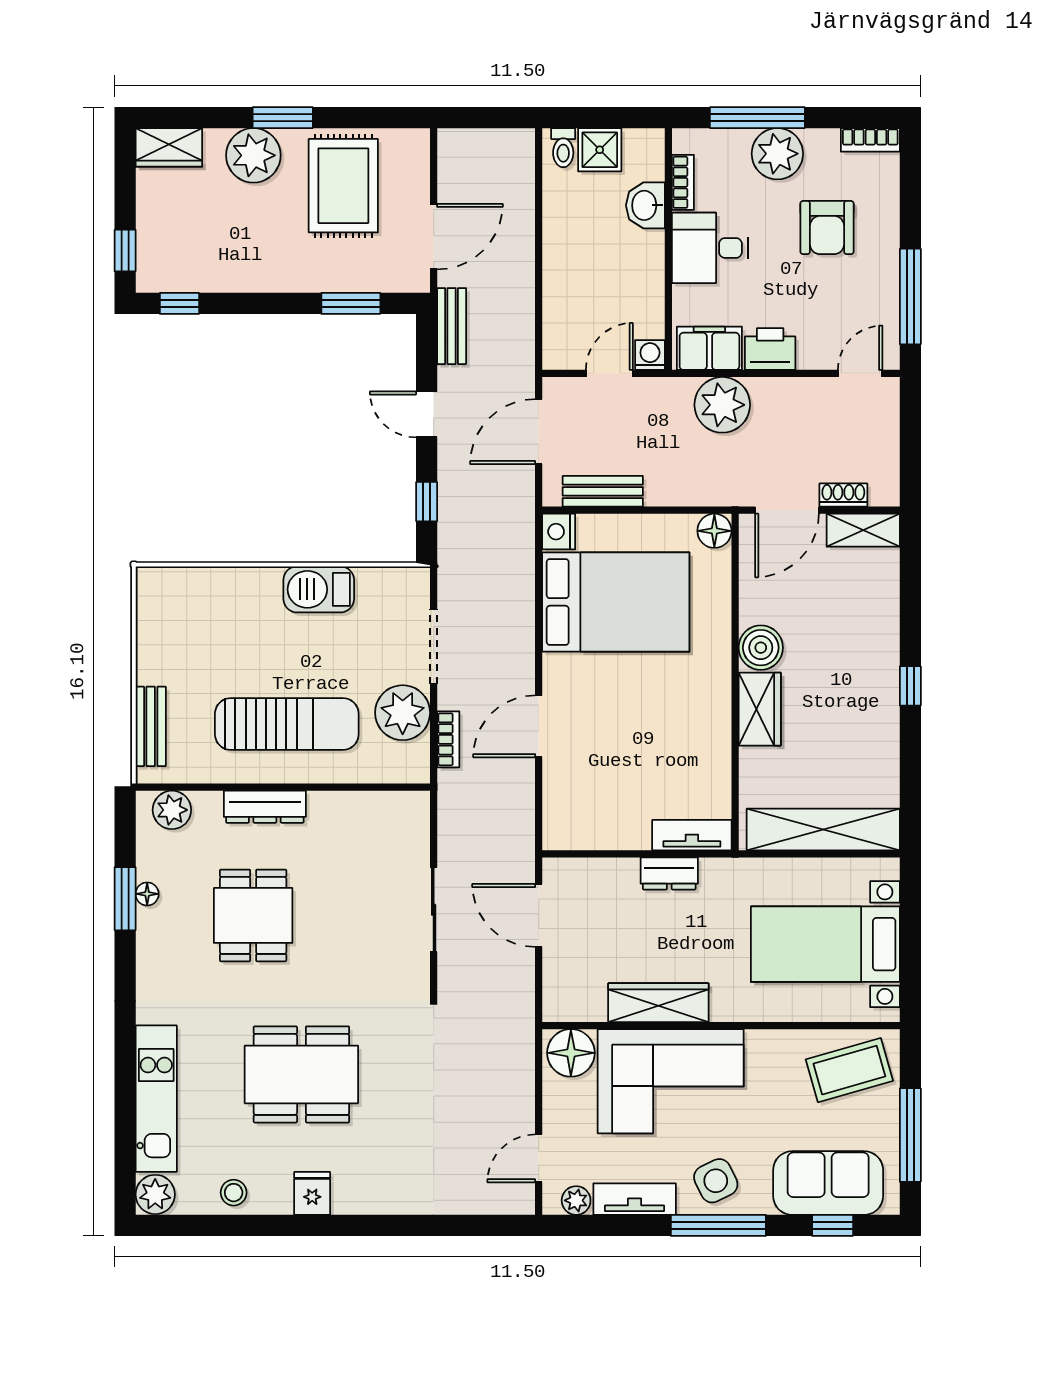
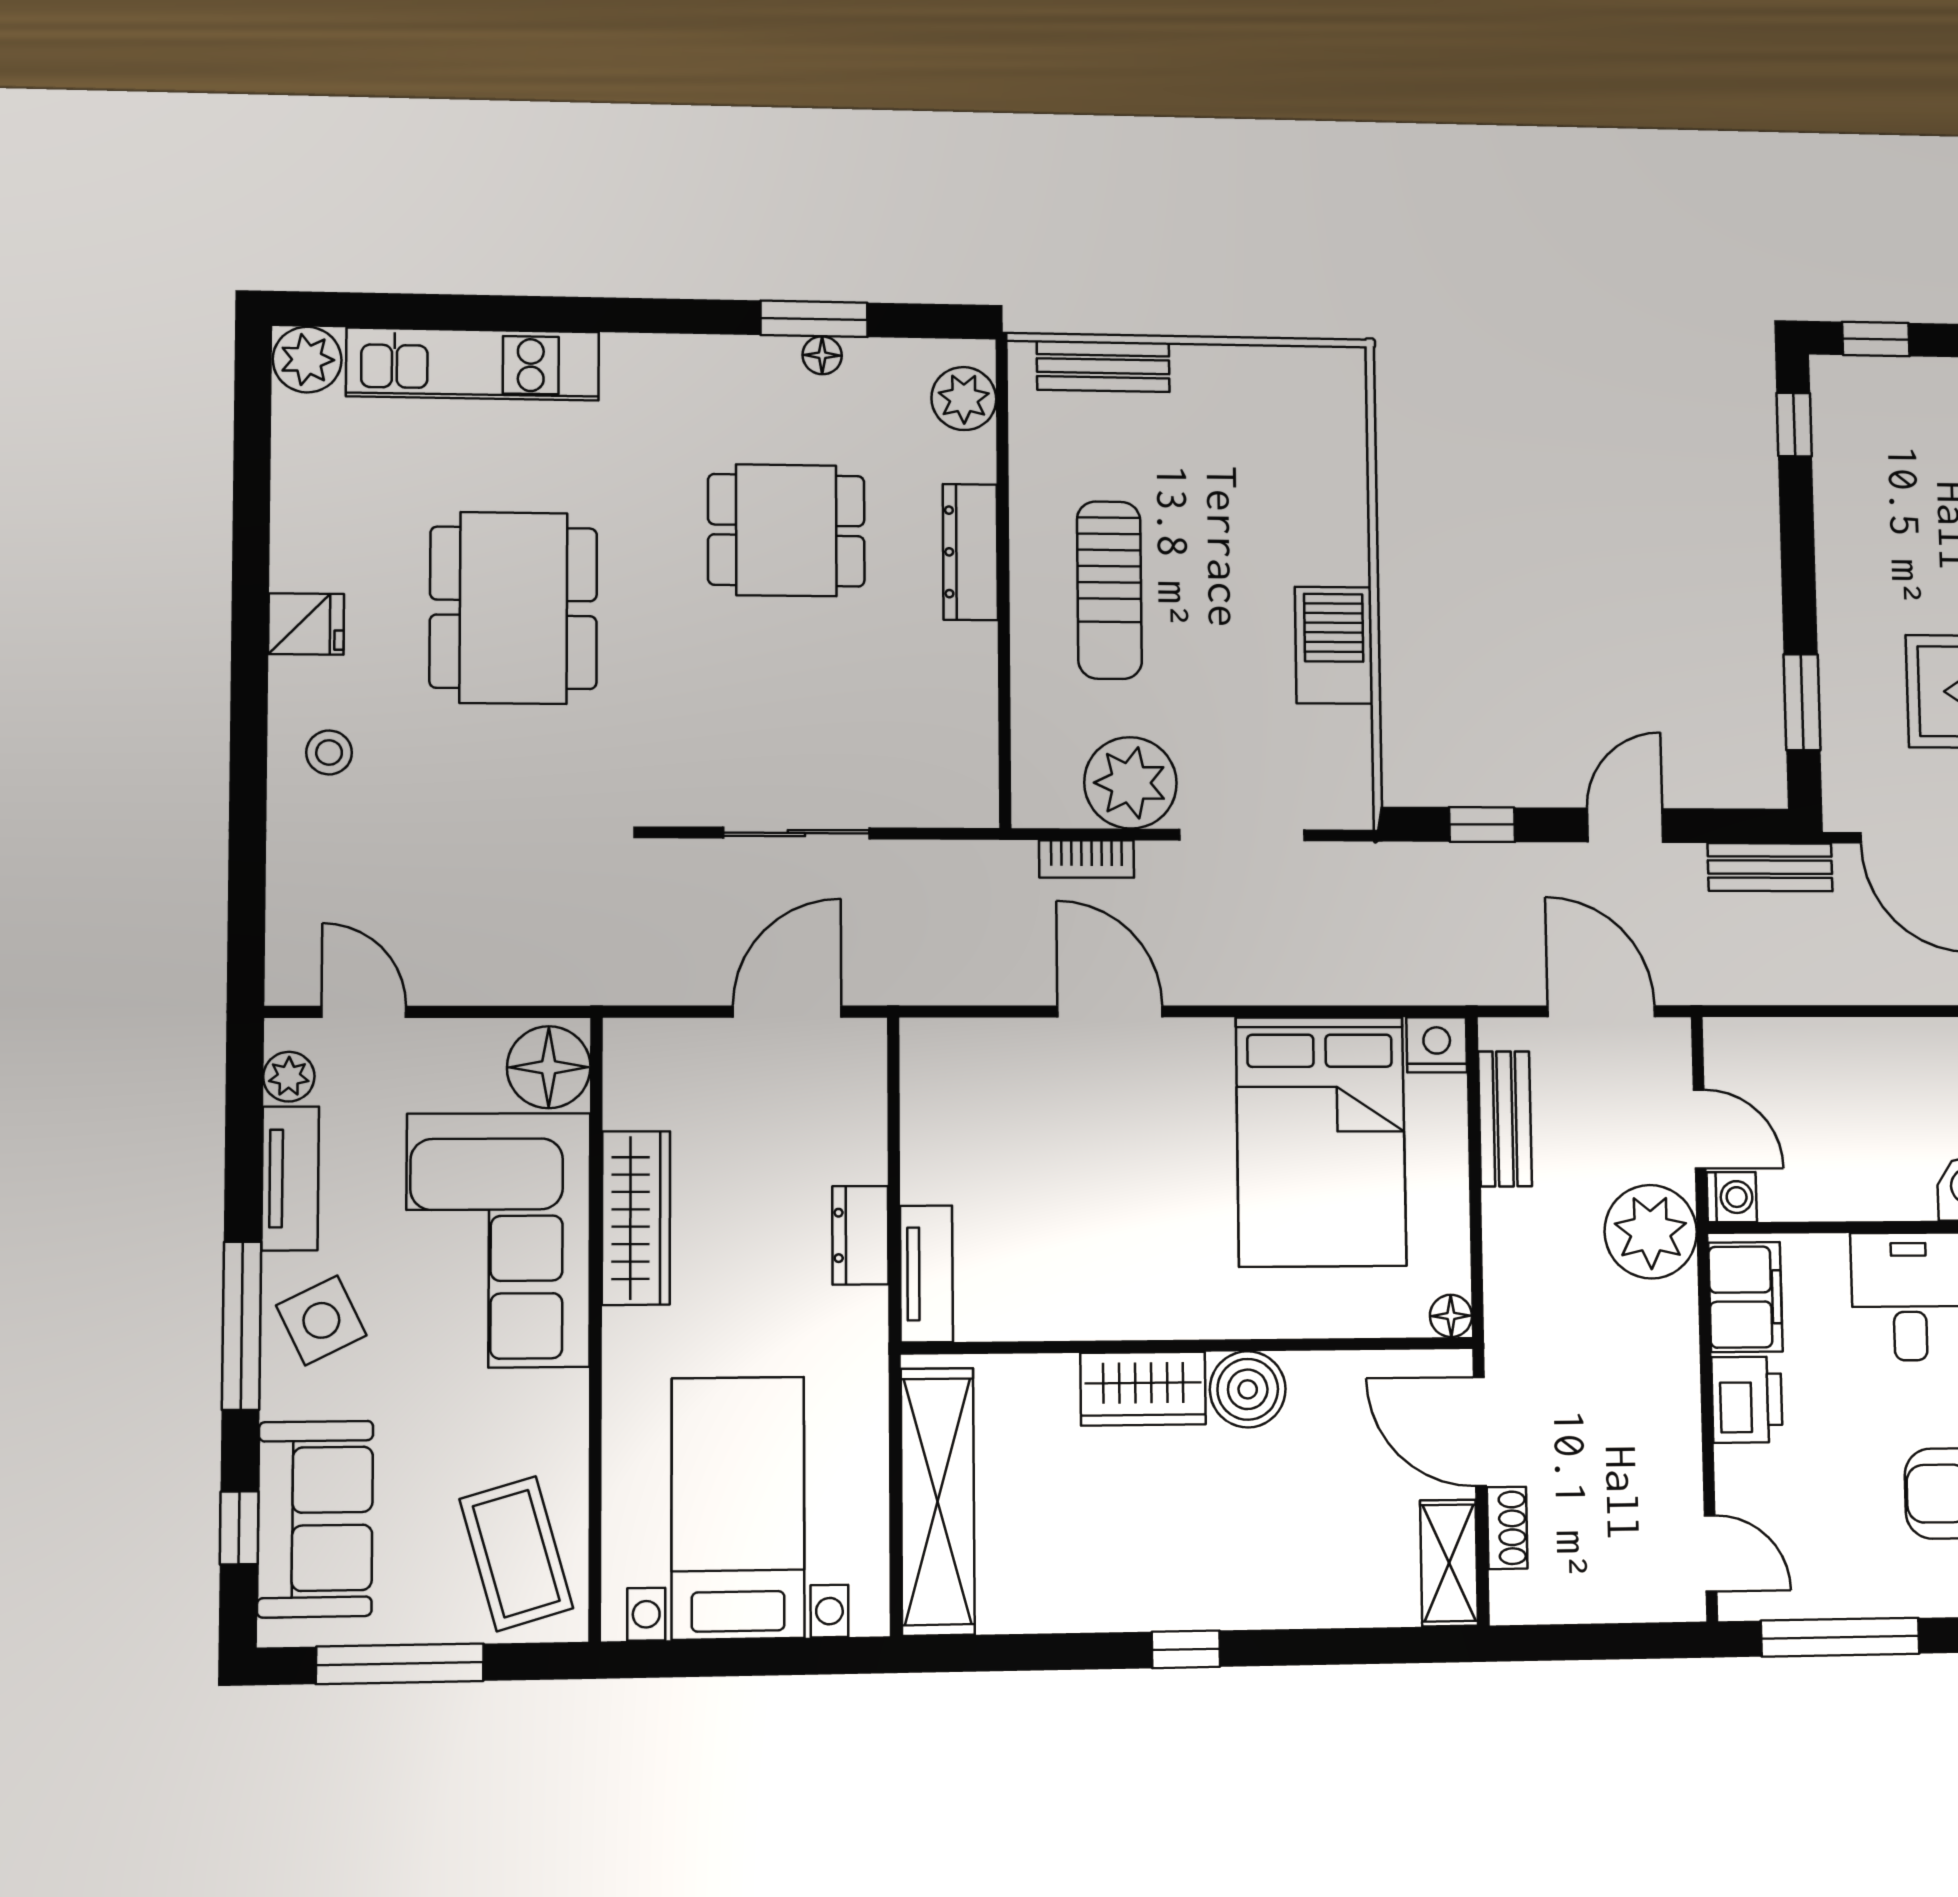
plant: (722, 405) -> (1651, 1232), moved
floor lamp: (714, 531) -> (1451, 1316), width x0.73, depth x0.73
sun lounger: (287, 724) -> (1109, 590), width x0.73, depth x0.75
stool: (234, 1193) -> (329, 752), moved

